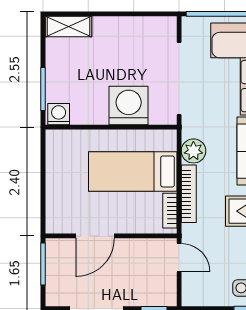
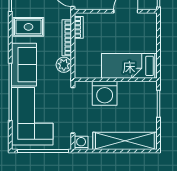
shelving: (68, 26) -> (125, 141), width x2.20, depth x1.33
washing machine: (59, 114) -> (81, 143), moved, turned 180
bed: (133, 171) -> (129, 66), moved, turned 180

